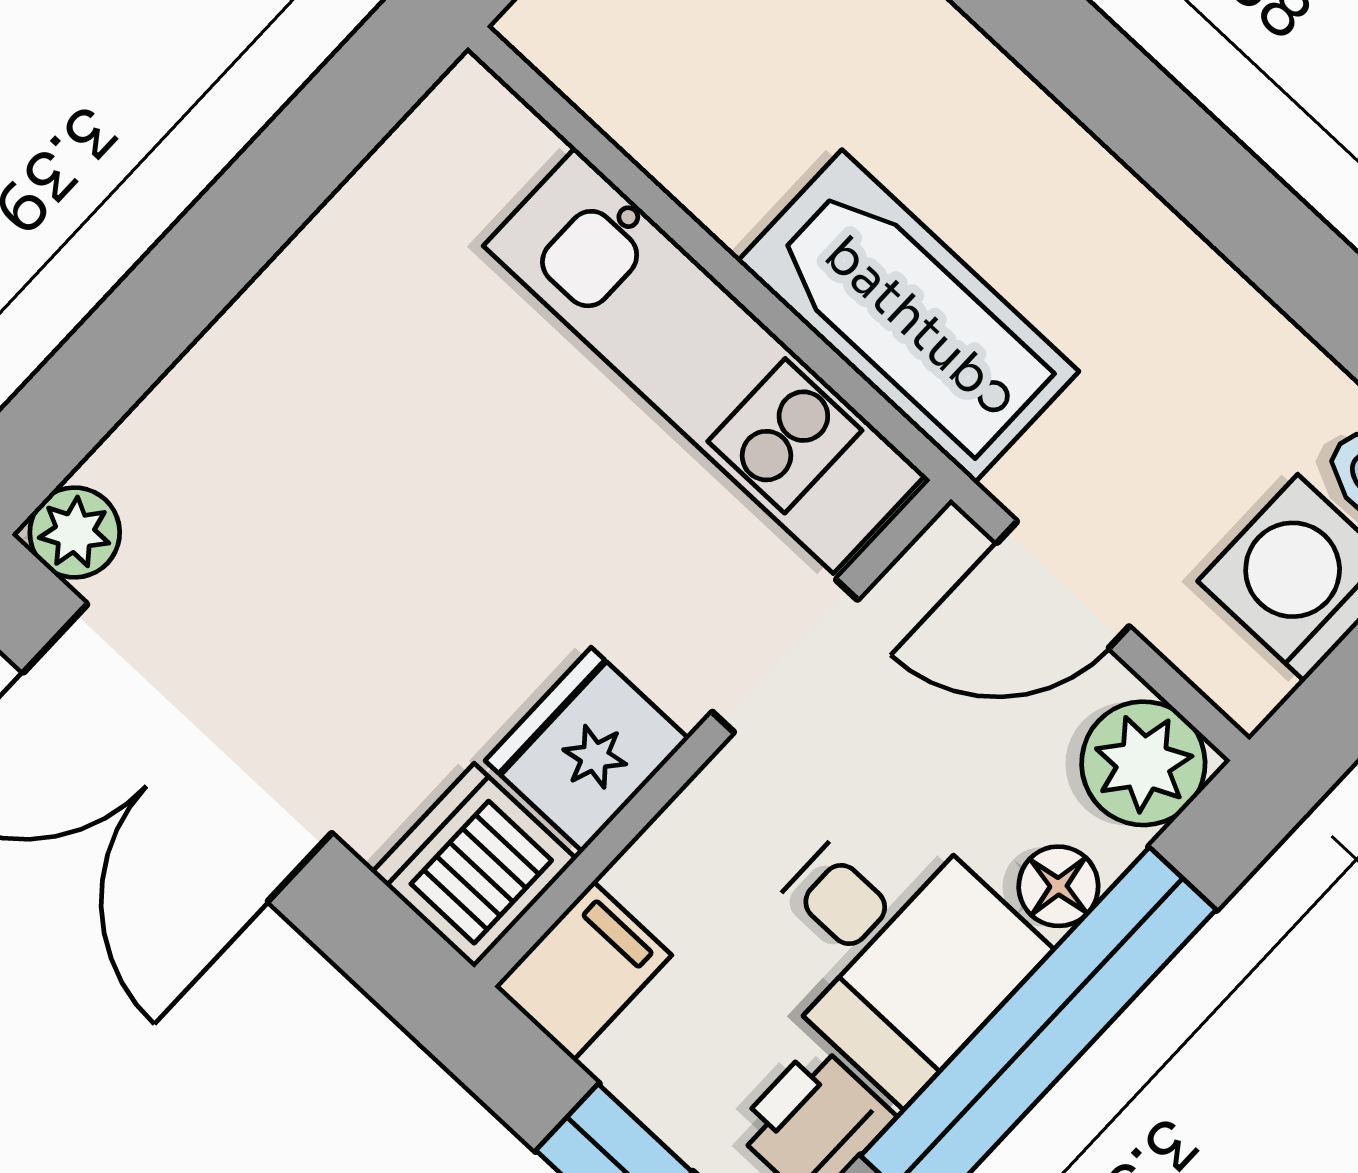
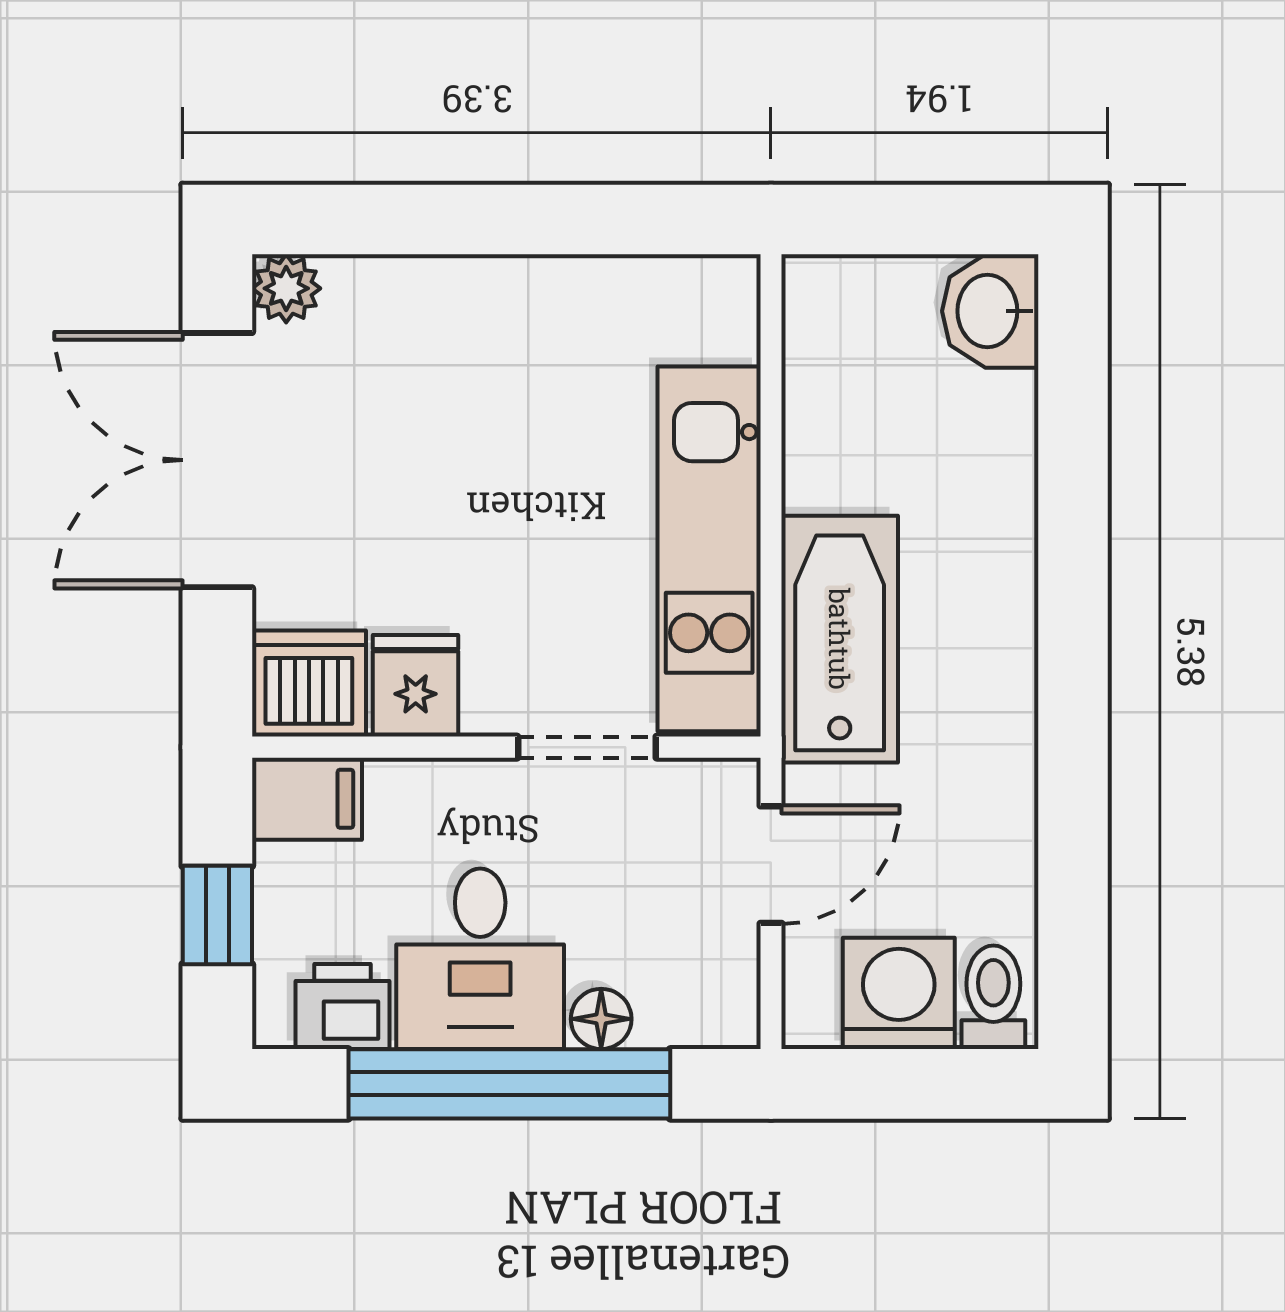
door: (1063, 585) -> (771, 865), swing flipped
fridge: (587, 750) -> (416, 686), width x0.72
plant: (1143, 763) -> (714, 1002), removed

